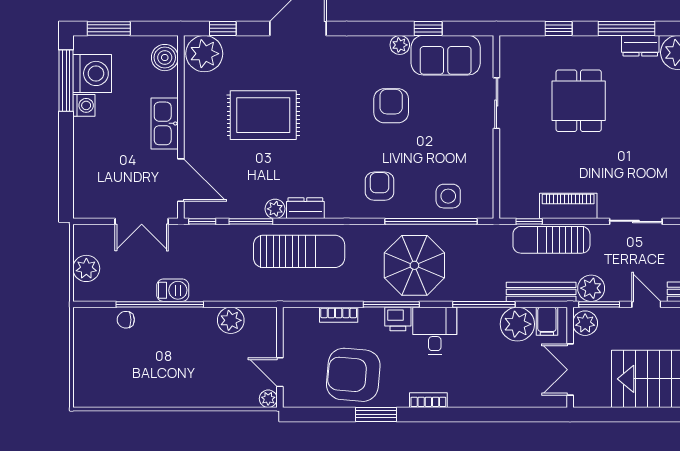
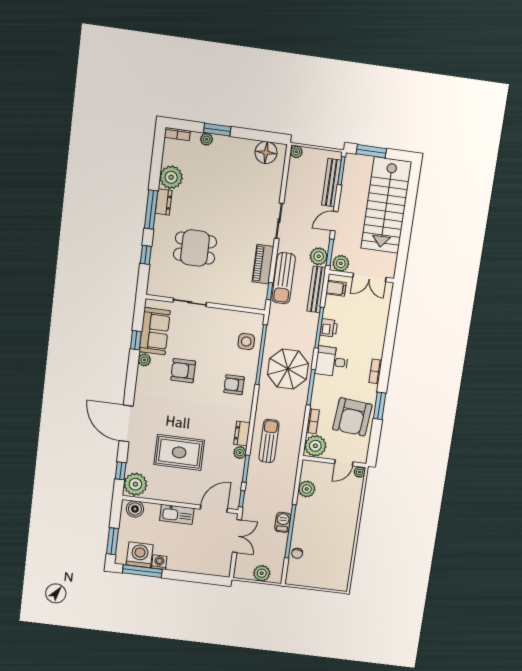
rug: (263, 115) -> (179, 452), turned 90
sun lounger: (299, 251) -> (269, 441), width x0.73, depth x0.75
printer: (398, 319) -> (329, 328), moved
plant: (517, 324) -> (315, 446), moved

